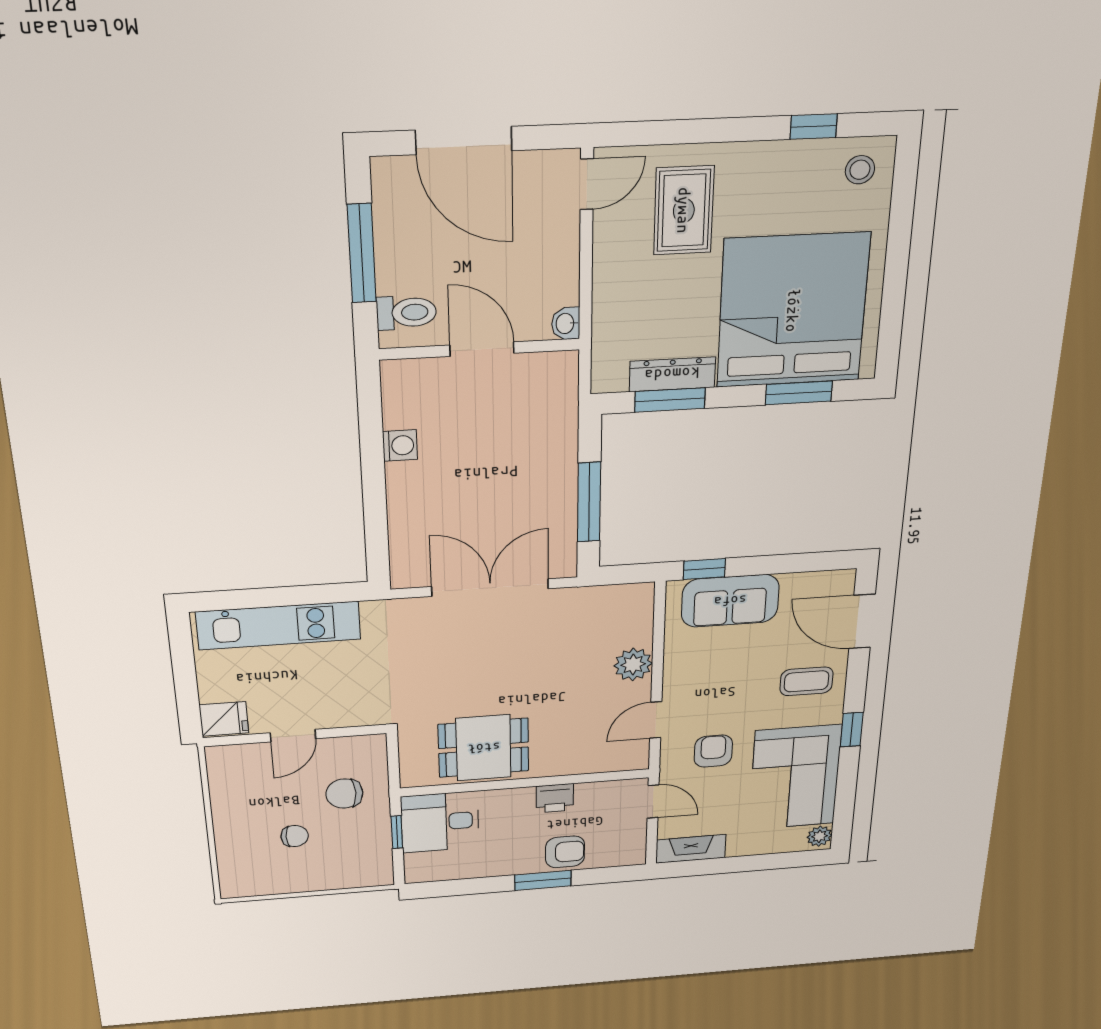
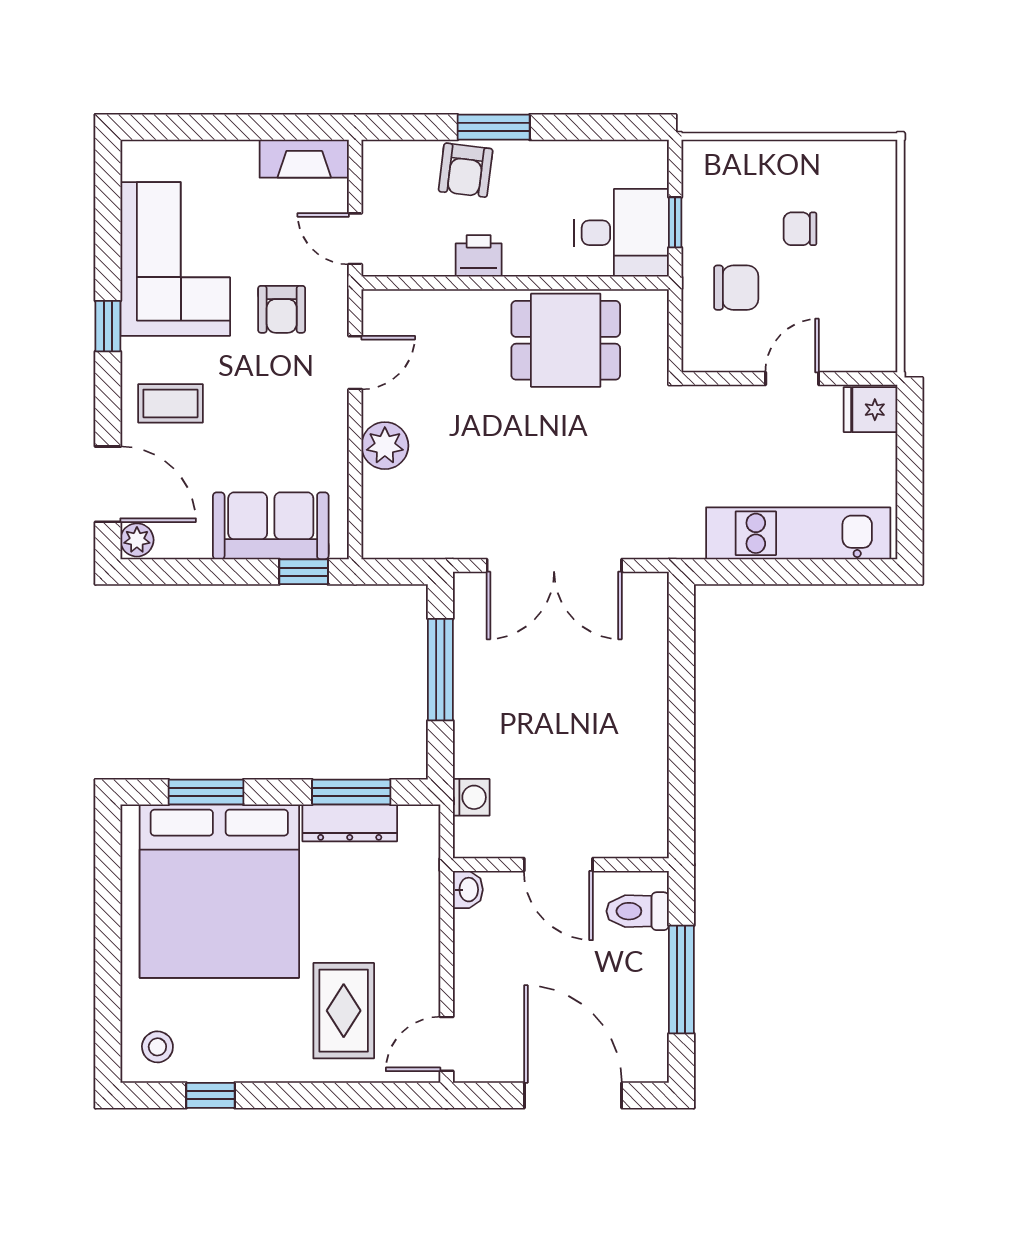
washing machine: (400, 445) -> (471, 797), moved, turned 180
plant: (819, 836) -> (137, 540), moved
armchair: (565, 852) -> (466, 170), turned -83

